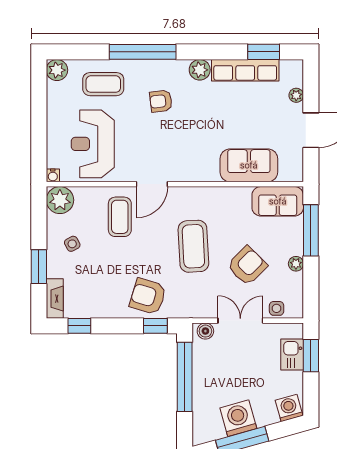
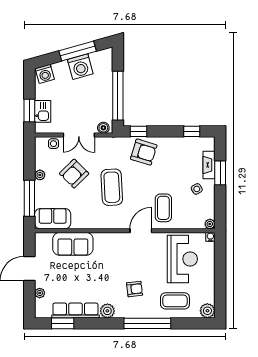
plant: (60, 200) -> (210, 224), width x0.53, depth x0.53
fireplace: (55, 299) -> (209, 165), moved

